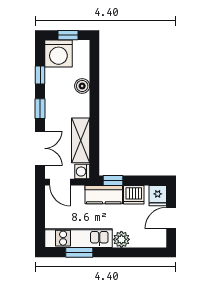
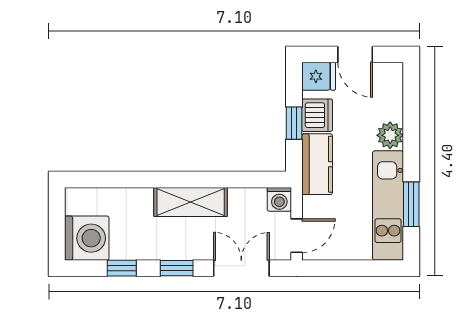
window: (68, 35) -> (57, 223), removed
boiler: (82, 86) -> (140, 199), removed
shelving: (81, 140) -> (191, 202), moved
window: (113, 180) -> (294, 123), moved

